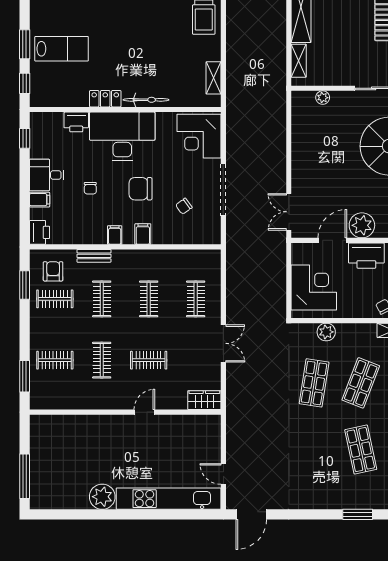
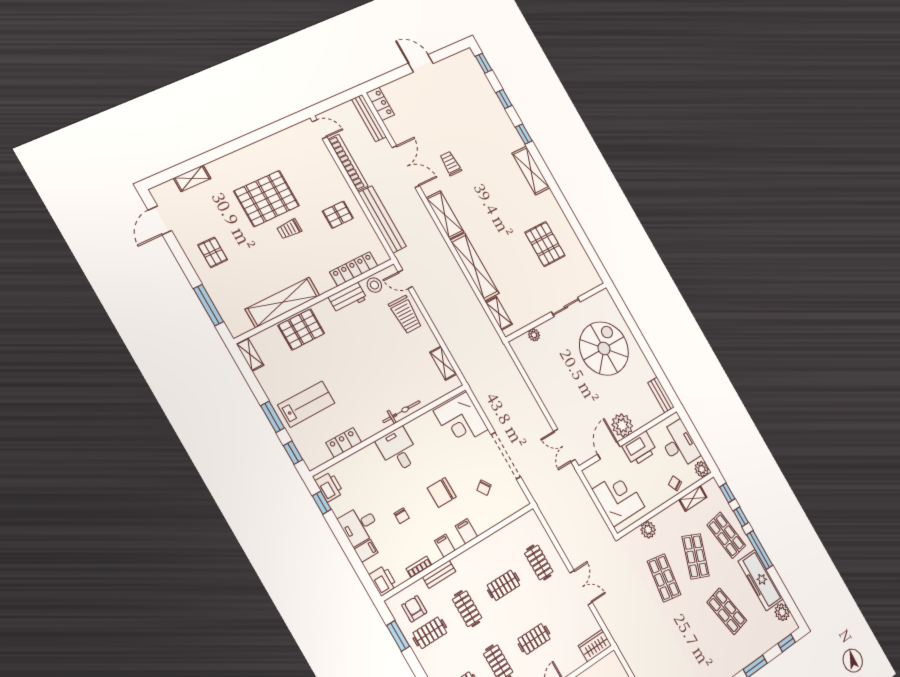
locker: (105, 99) -> (344, 443), moved
printer: (76, 122) -> (329, 487), moved, turned -90
desk: (122, 136) -> (398, 450), width x0.53, depth x0.77
bookcase: (79, 239) -> (419, 567), added
clothes rail: (149, 299) -> (503, 585), turned 90

